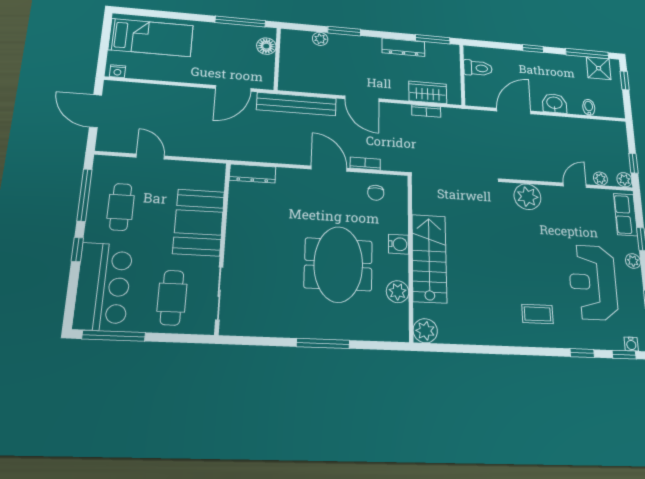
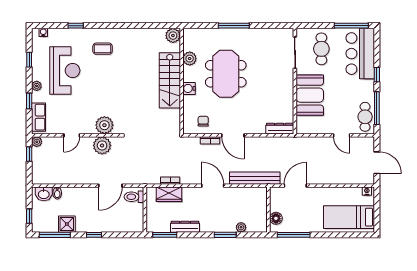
toilet: (478, 68) -> (134, 197), moved
shower: (599, 68) -> (67, 224), moved
washbasin: (554, 103) -> (44, 194), moved
plant: (600, 179) -> (102, 145), moved, width x1.87, depth x1.87
cafe table: (121, 207) -> (365, 117), moved
window: (624, 355) -> (49, 26), removed

